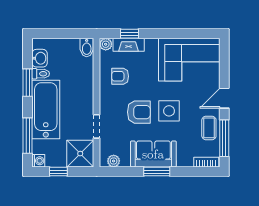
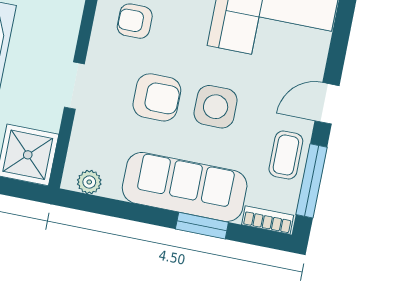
doorway: (97, 126) -> (74, 86), moved
sofa: (153, 154) -> (185, 187), width x1.36
window: (157, 172) -> (202, 226), moved

